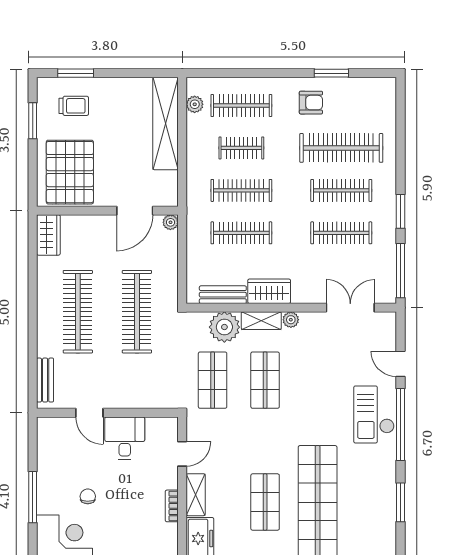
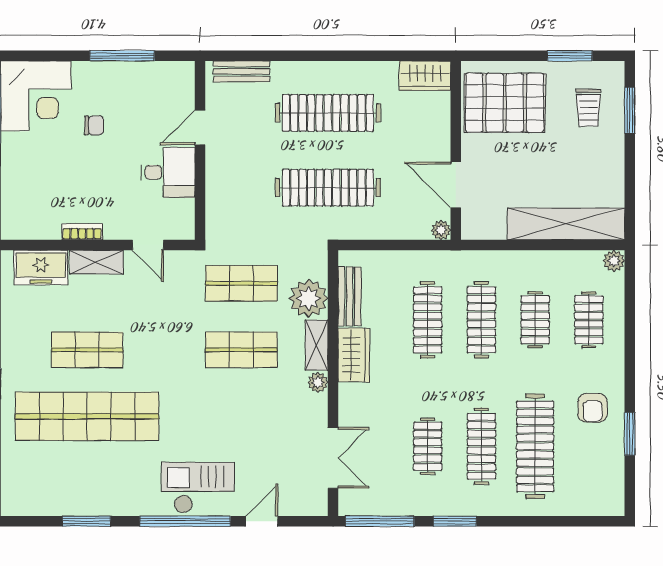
plant: (195, 104) -> (614, 261), moved
clothes rail: (241, 105) -> (589, 320), width x0.73
clothes rail: (341, 233) -> (428, 446), width x0.73
window: (33, 497) -> (122, 56), moved

